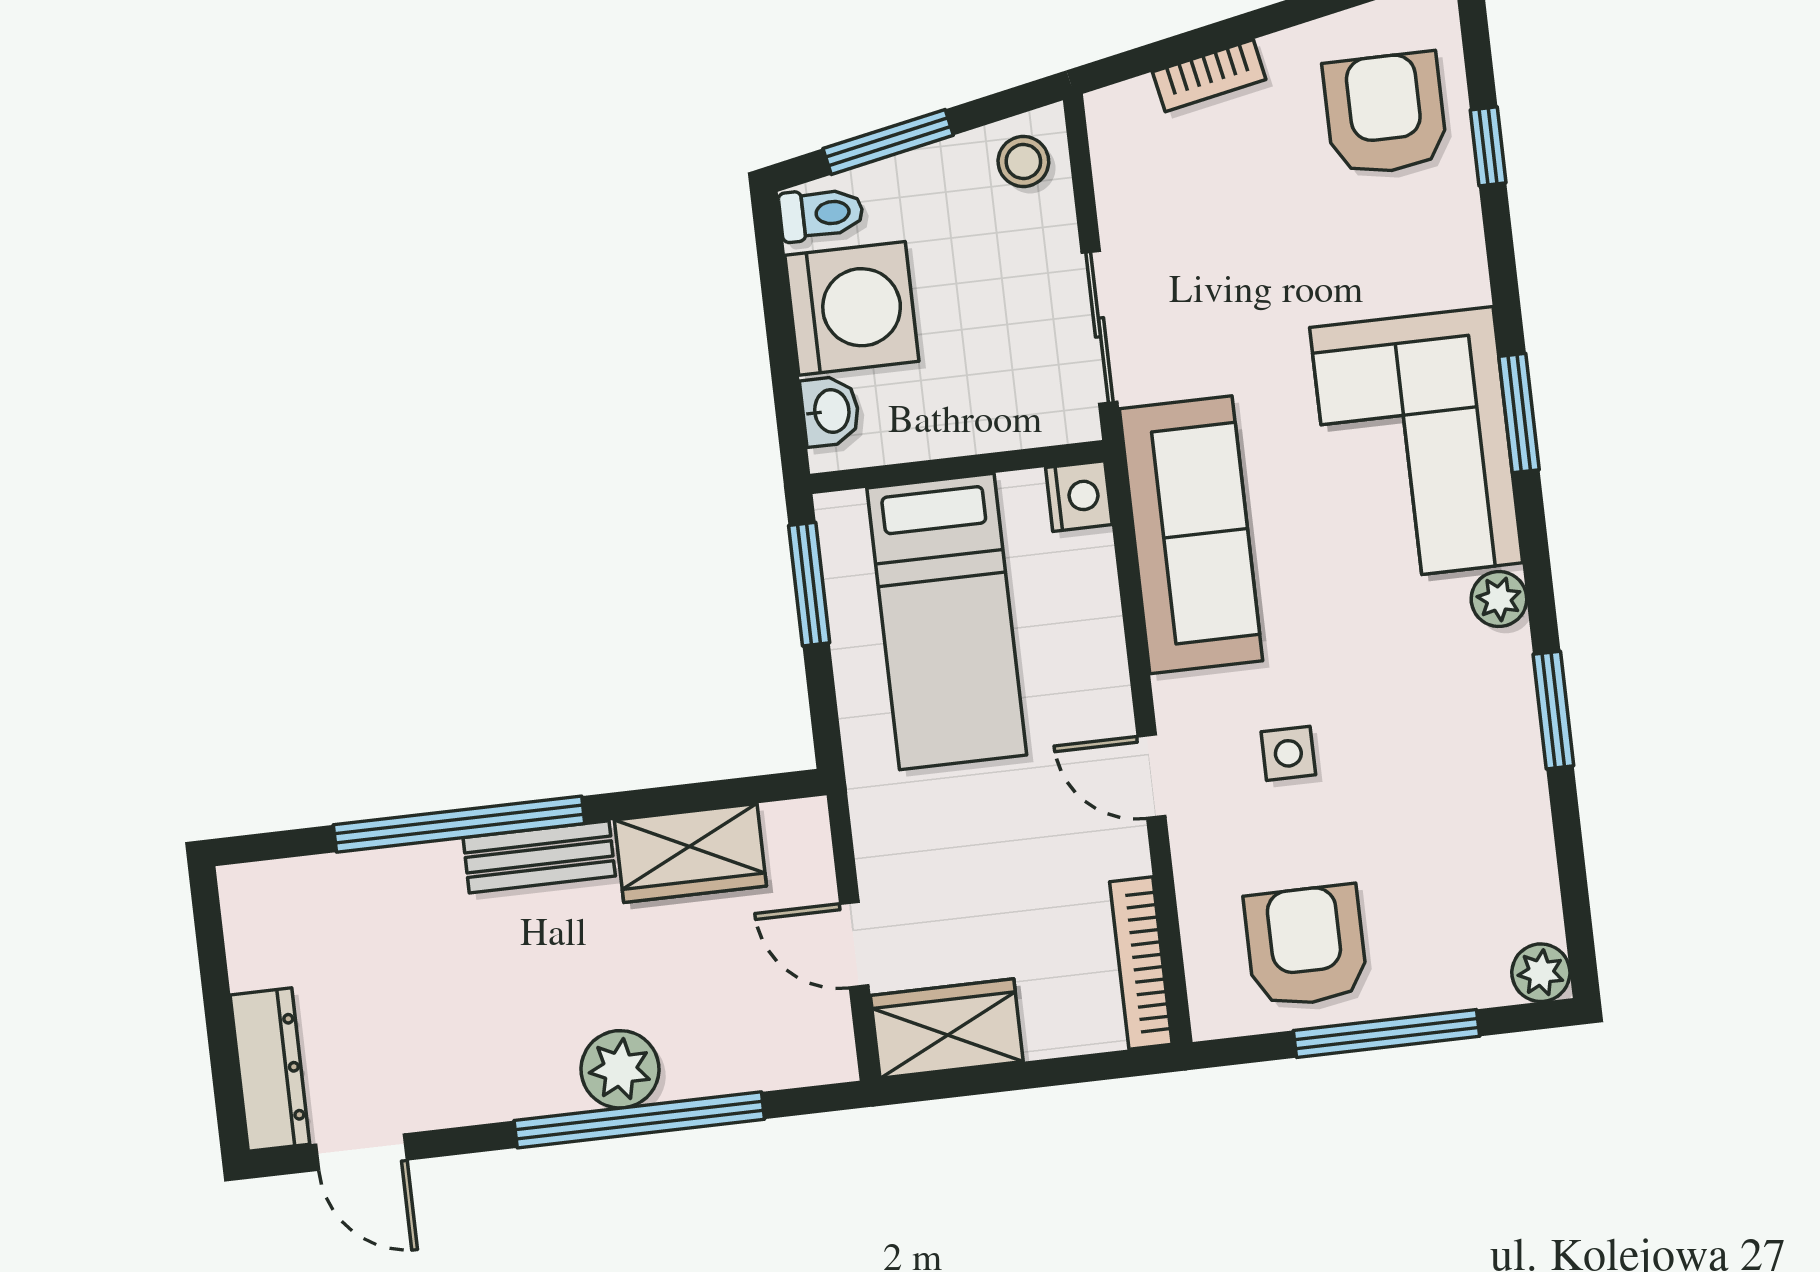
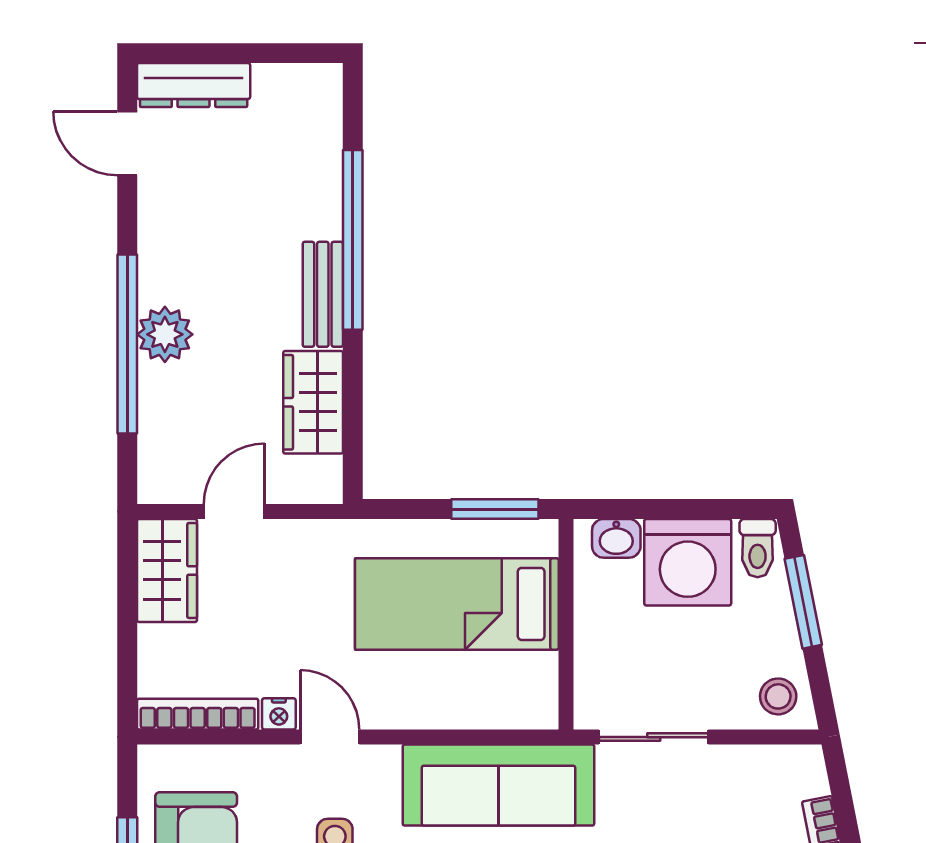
nightstand: (1079, 496) -> (279, 714), moved, width x0.72, depth x0.74
door: (1151, 776) -> (330, 737), hinge flipped
door: (361, 1152) -> (127, 143), hinge flipped

